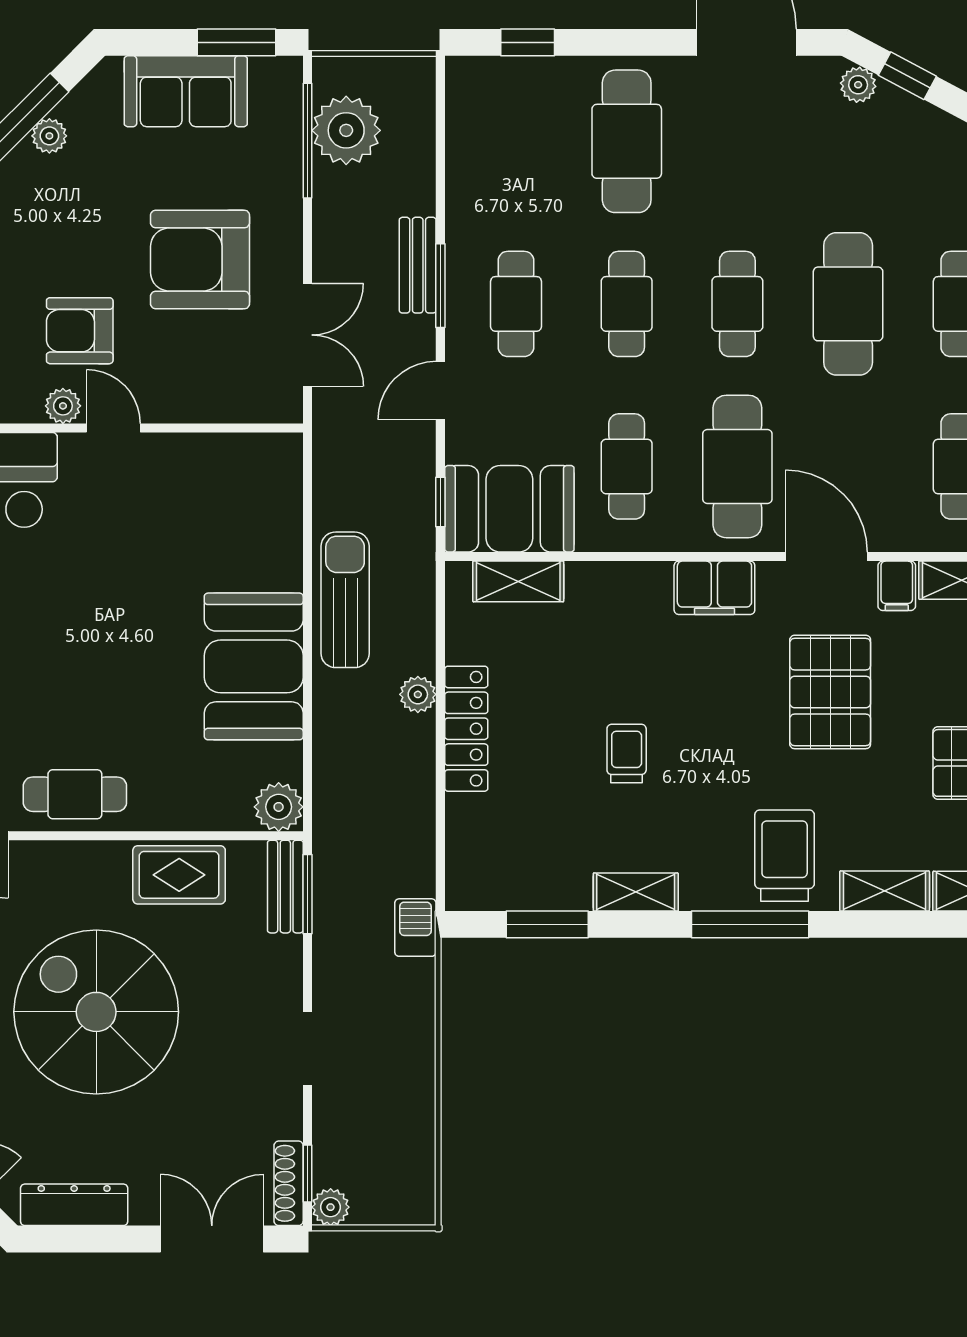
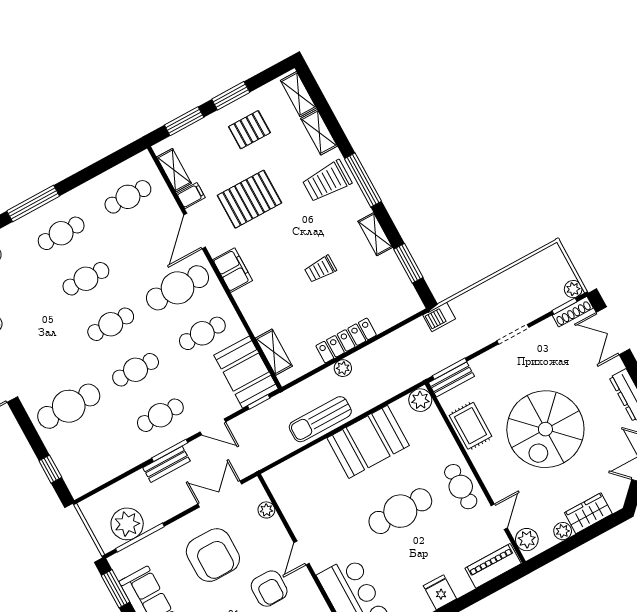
cafe table: (848, 304) -> (86, 279), width x0.73, depth x0.74
plant: (63, 406) -> (266, 510), moved
cafe table: (91, 656) -> (400, 511), added

